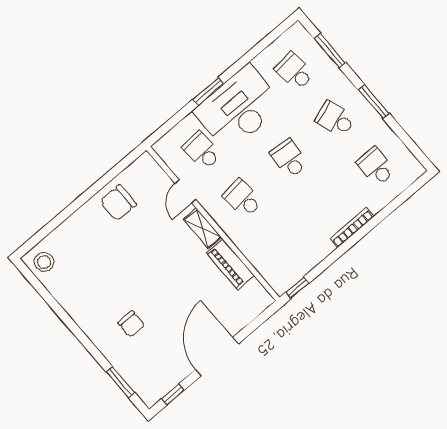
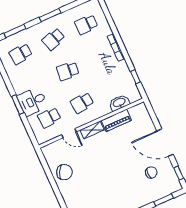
desk: (239, 108) -> (33, 101), width x0.53, depth x0.77
chair: (118, 203) -> (64, 172), turned -63
washbasin: (261, 260) -> (119, 103), added
window: (297, 288) -> (135, 77), moved
chair: (131, 324) -> (151, 172), moved

